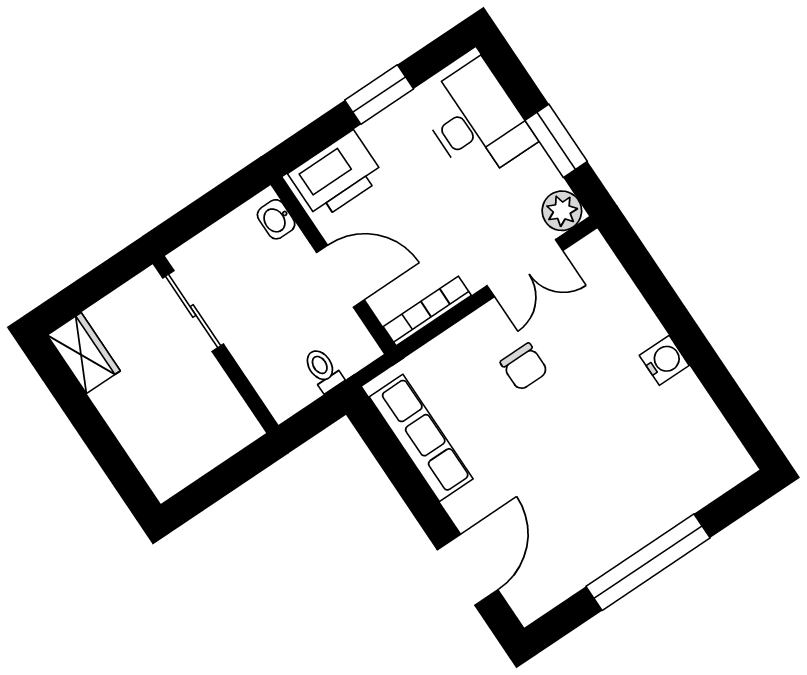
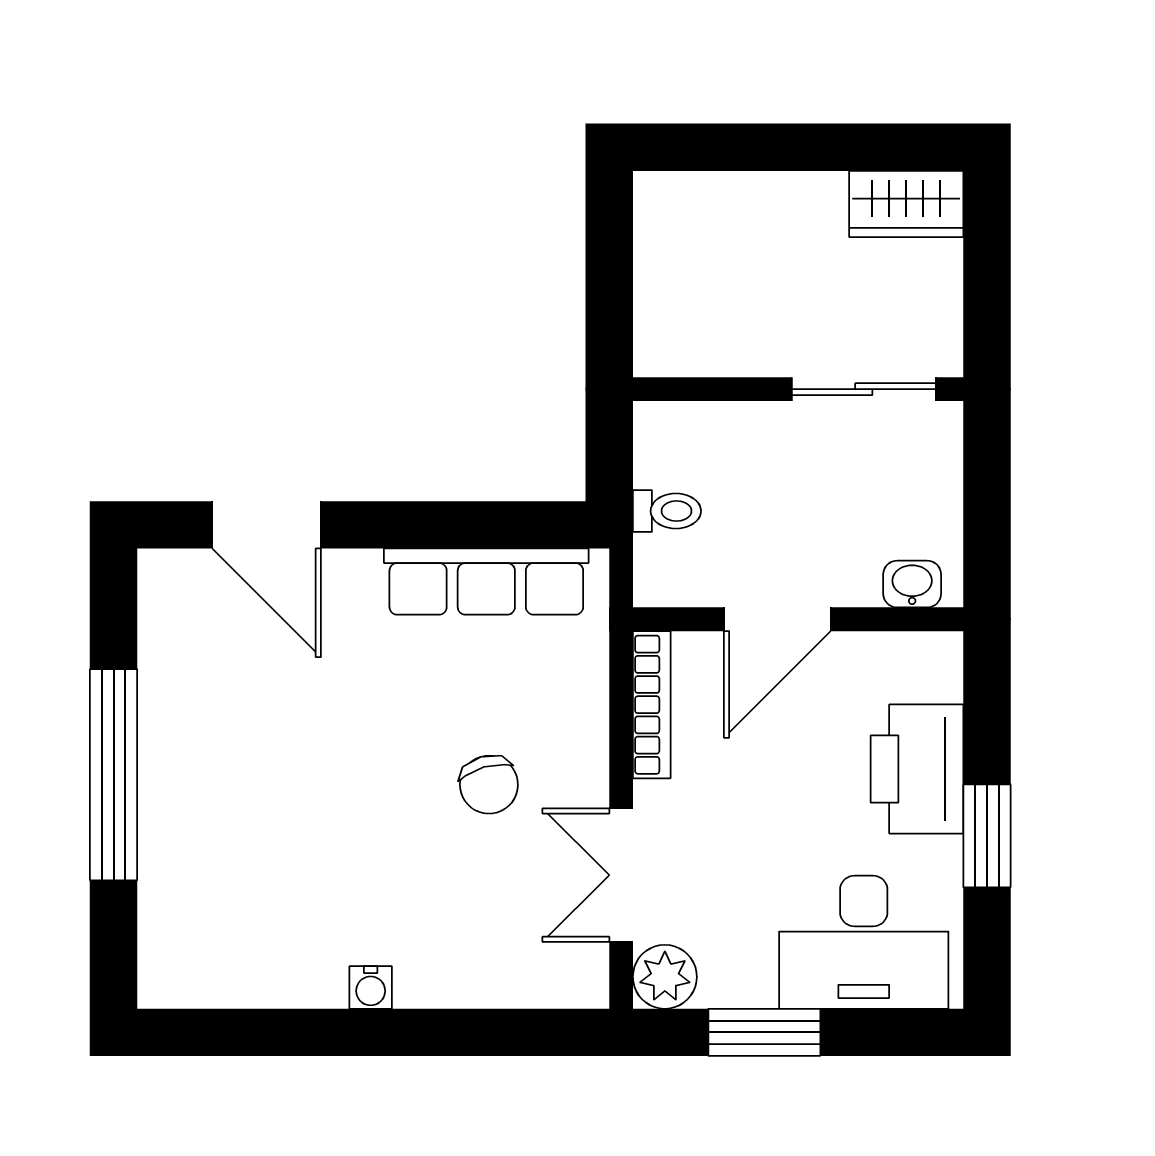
printer: (336, 175) -> (917, 769), moved
water cooler: (664, 360) -> (371, 987), width x0.72, depth x0.72
chair: (524, 367) -> (489, 785), turned -106

